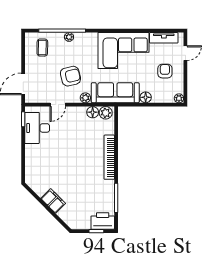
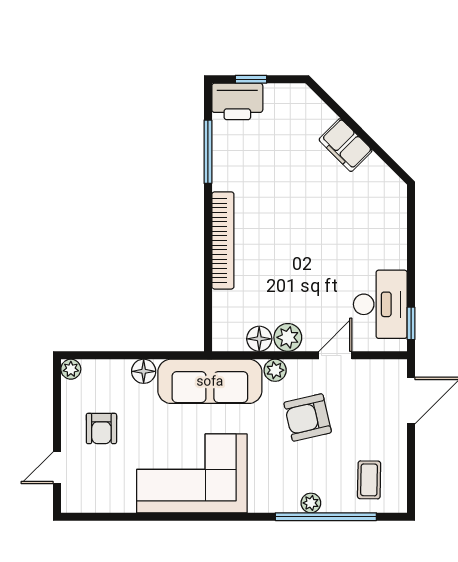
tv unit: (164, 38) -> (104, 501), removed
plant: (106, 113) -> (288, 337), moved

